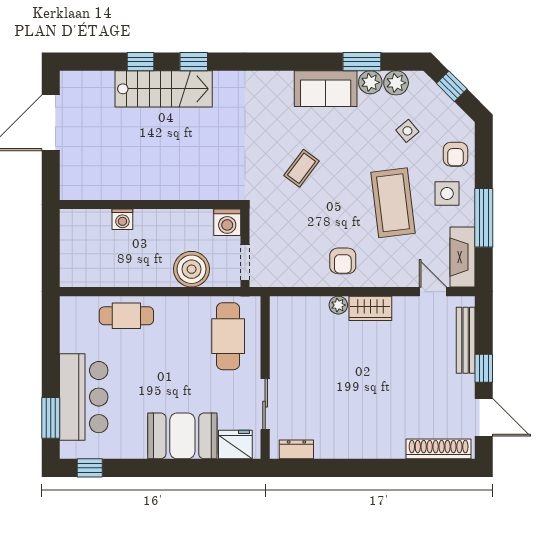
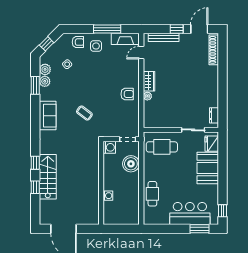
sofa: (326, 89) -> (48, 116), moved
coffee table: (393, 203) -> (100, 71), removed

